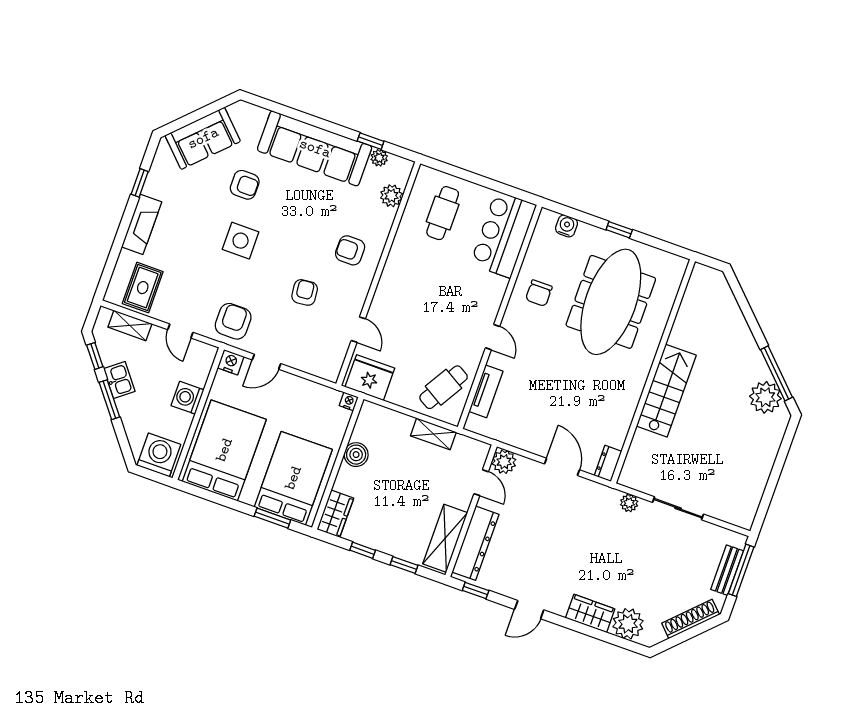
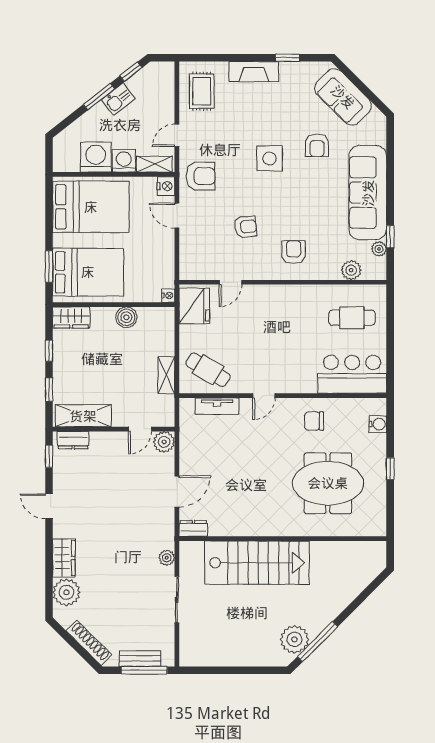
rug: (143, 288) -> (202, 91), turned 90
meeting table: (611, 302) -> (328, 483), width x0.73
shelving: (130, 325) -> (154, 164), moved, turned 90
stairs: (666, 391) -> (257, 563), width x1.36, depth x1.51
washing machine: (159, 455) -> (96, 157), moved, turned -90
dresser: (476, 543) -> (73, 440), width x0.51, depth x0.80

